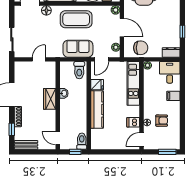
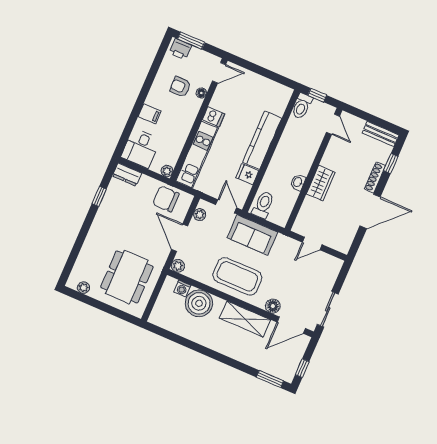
sliding door: (12, 39) -> (328, 309), moved
door: (102, 59) -> (226, 206), hinge flipped
dishwasher: (133, 122) -> (213, 117), moved
printer: (172, 144) -> (180, 49), added

